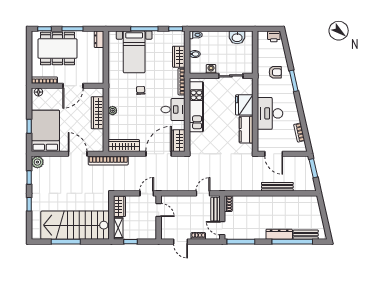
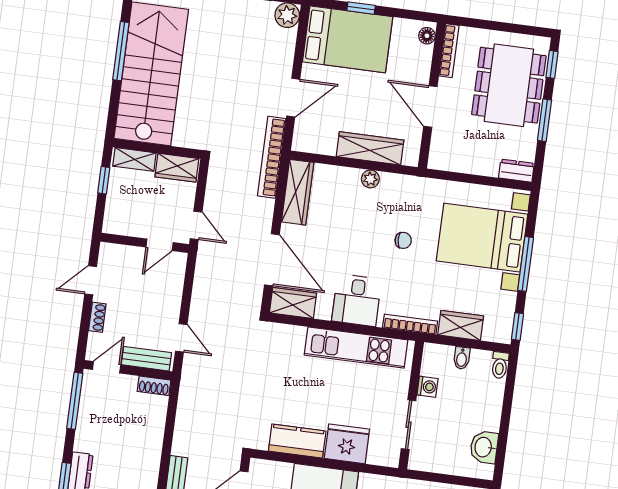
bed with nightstands: (134, 52) -> (482, 238), width x1.36

